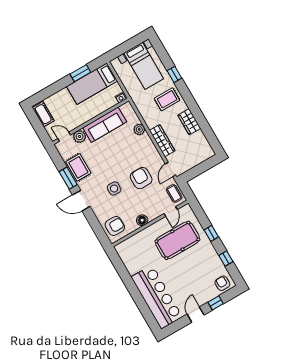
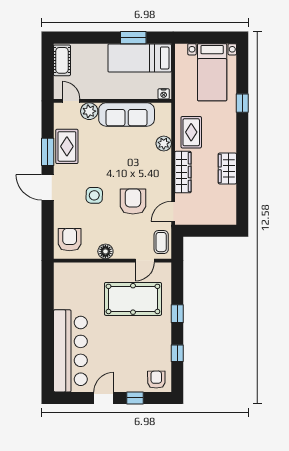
rug: (167, 99) -> (191, 132), moved, turned 90
armchair: (115, 226) -> (70, 240), turned -90

